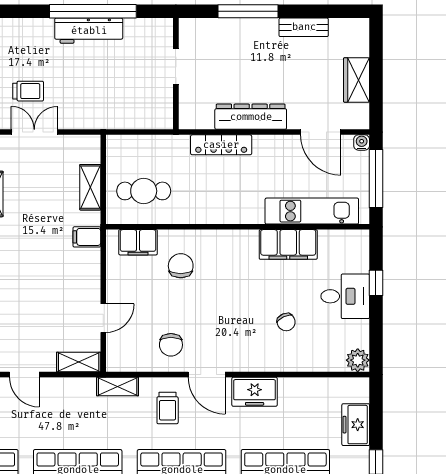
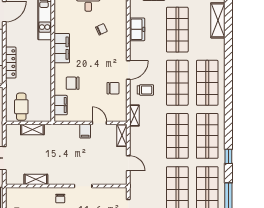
cafe table: (144, 191) -> (21, 107), moved
filing cabinet: (87, 237) -> (85, 131), moved
filing cabinet: (288, 244) -> (62, 48), moved
door: (24, 375) -> (128, 163), hinge flipped
freezer: (255, 392) -> (137, 29), moved

